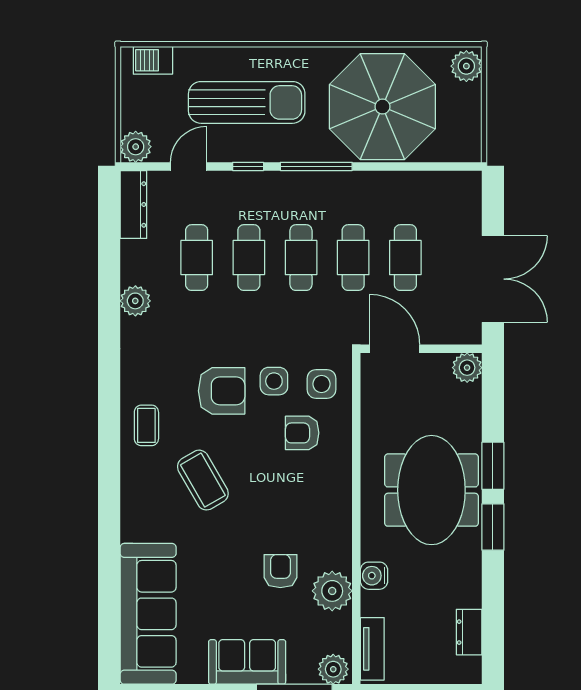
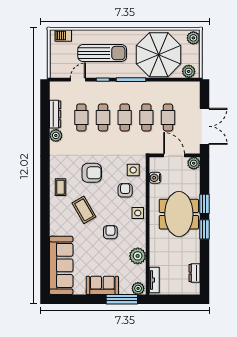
plant: (136, 147) -> (189, 71), moved
dresser: (133, 204) -> (55, 114), moved
door: (395, 349) -> (174, 155), moved
side table: (274, 381) -> (138, 213), moved
armchair: (302, 433) -> (125, 190), turned 90
armchair: (280, 571) -> (110, 232), moved
water cooler: (374, 576) -> (155, 178), moved

